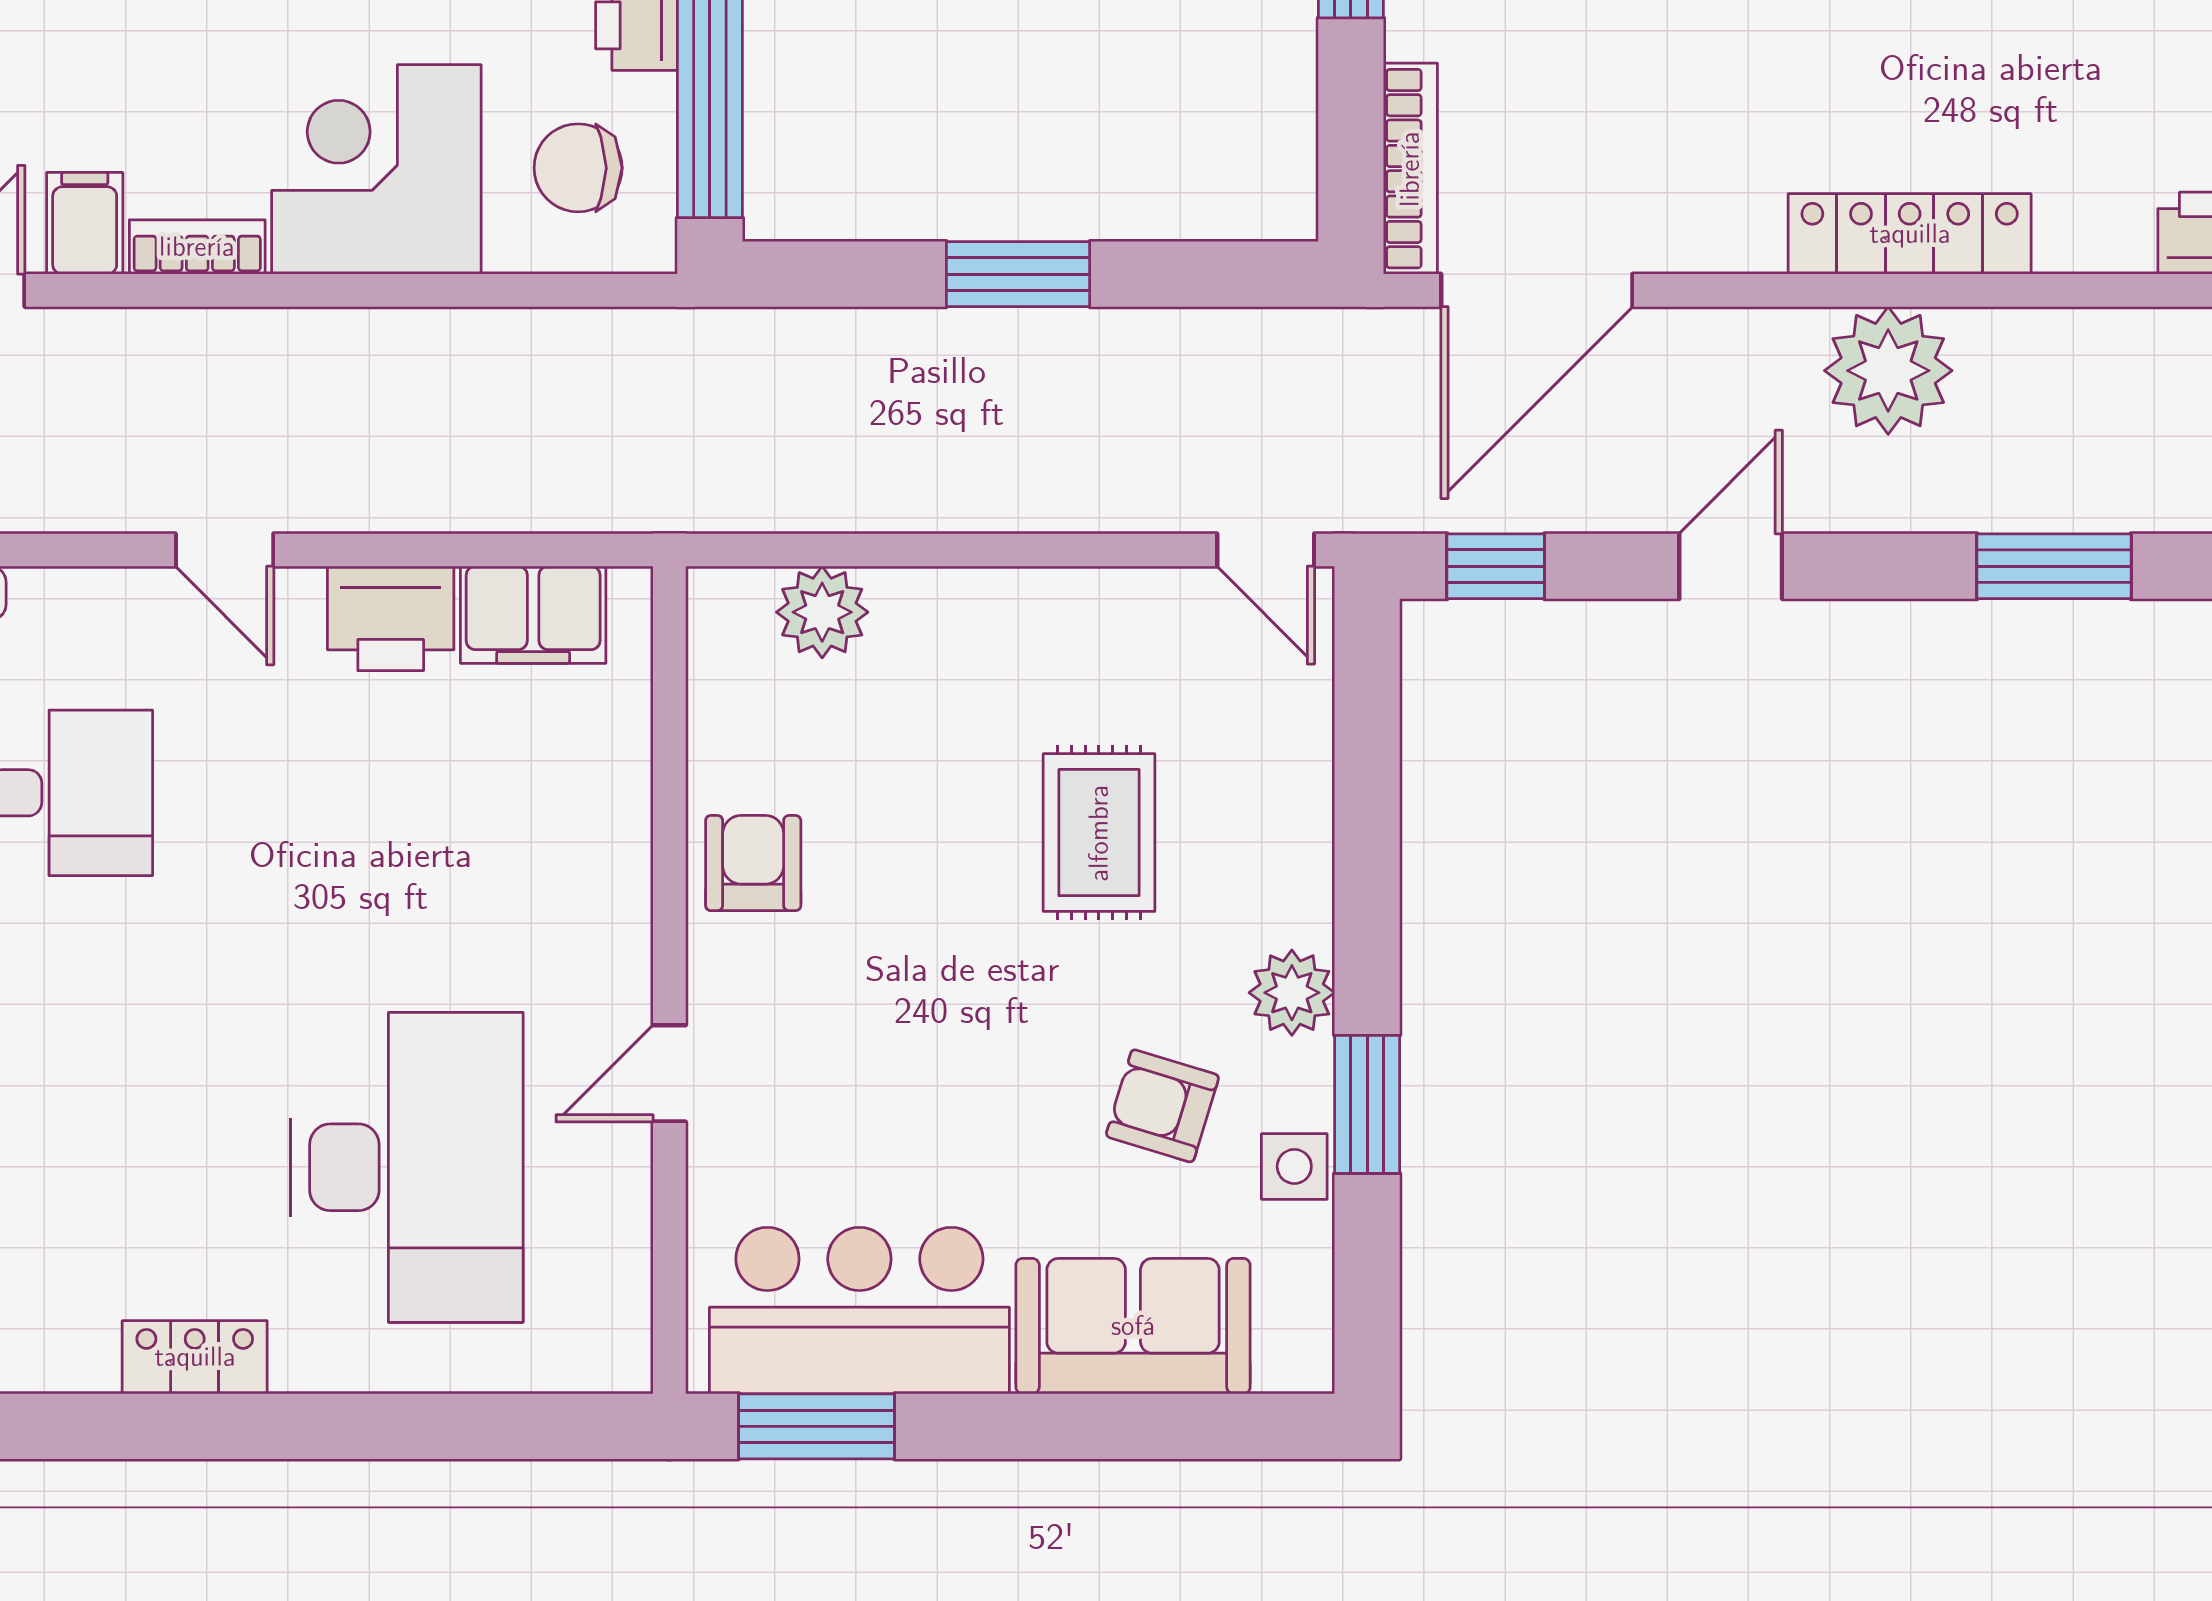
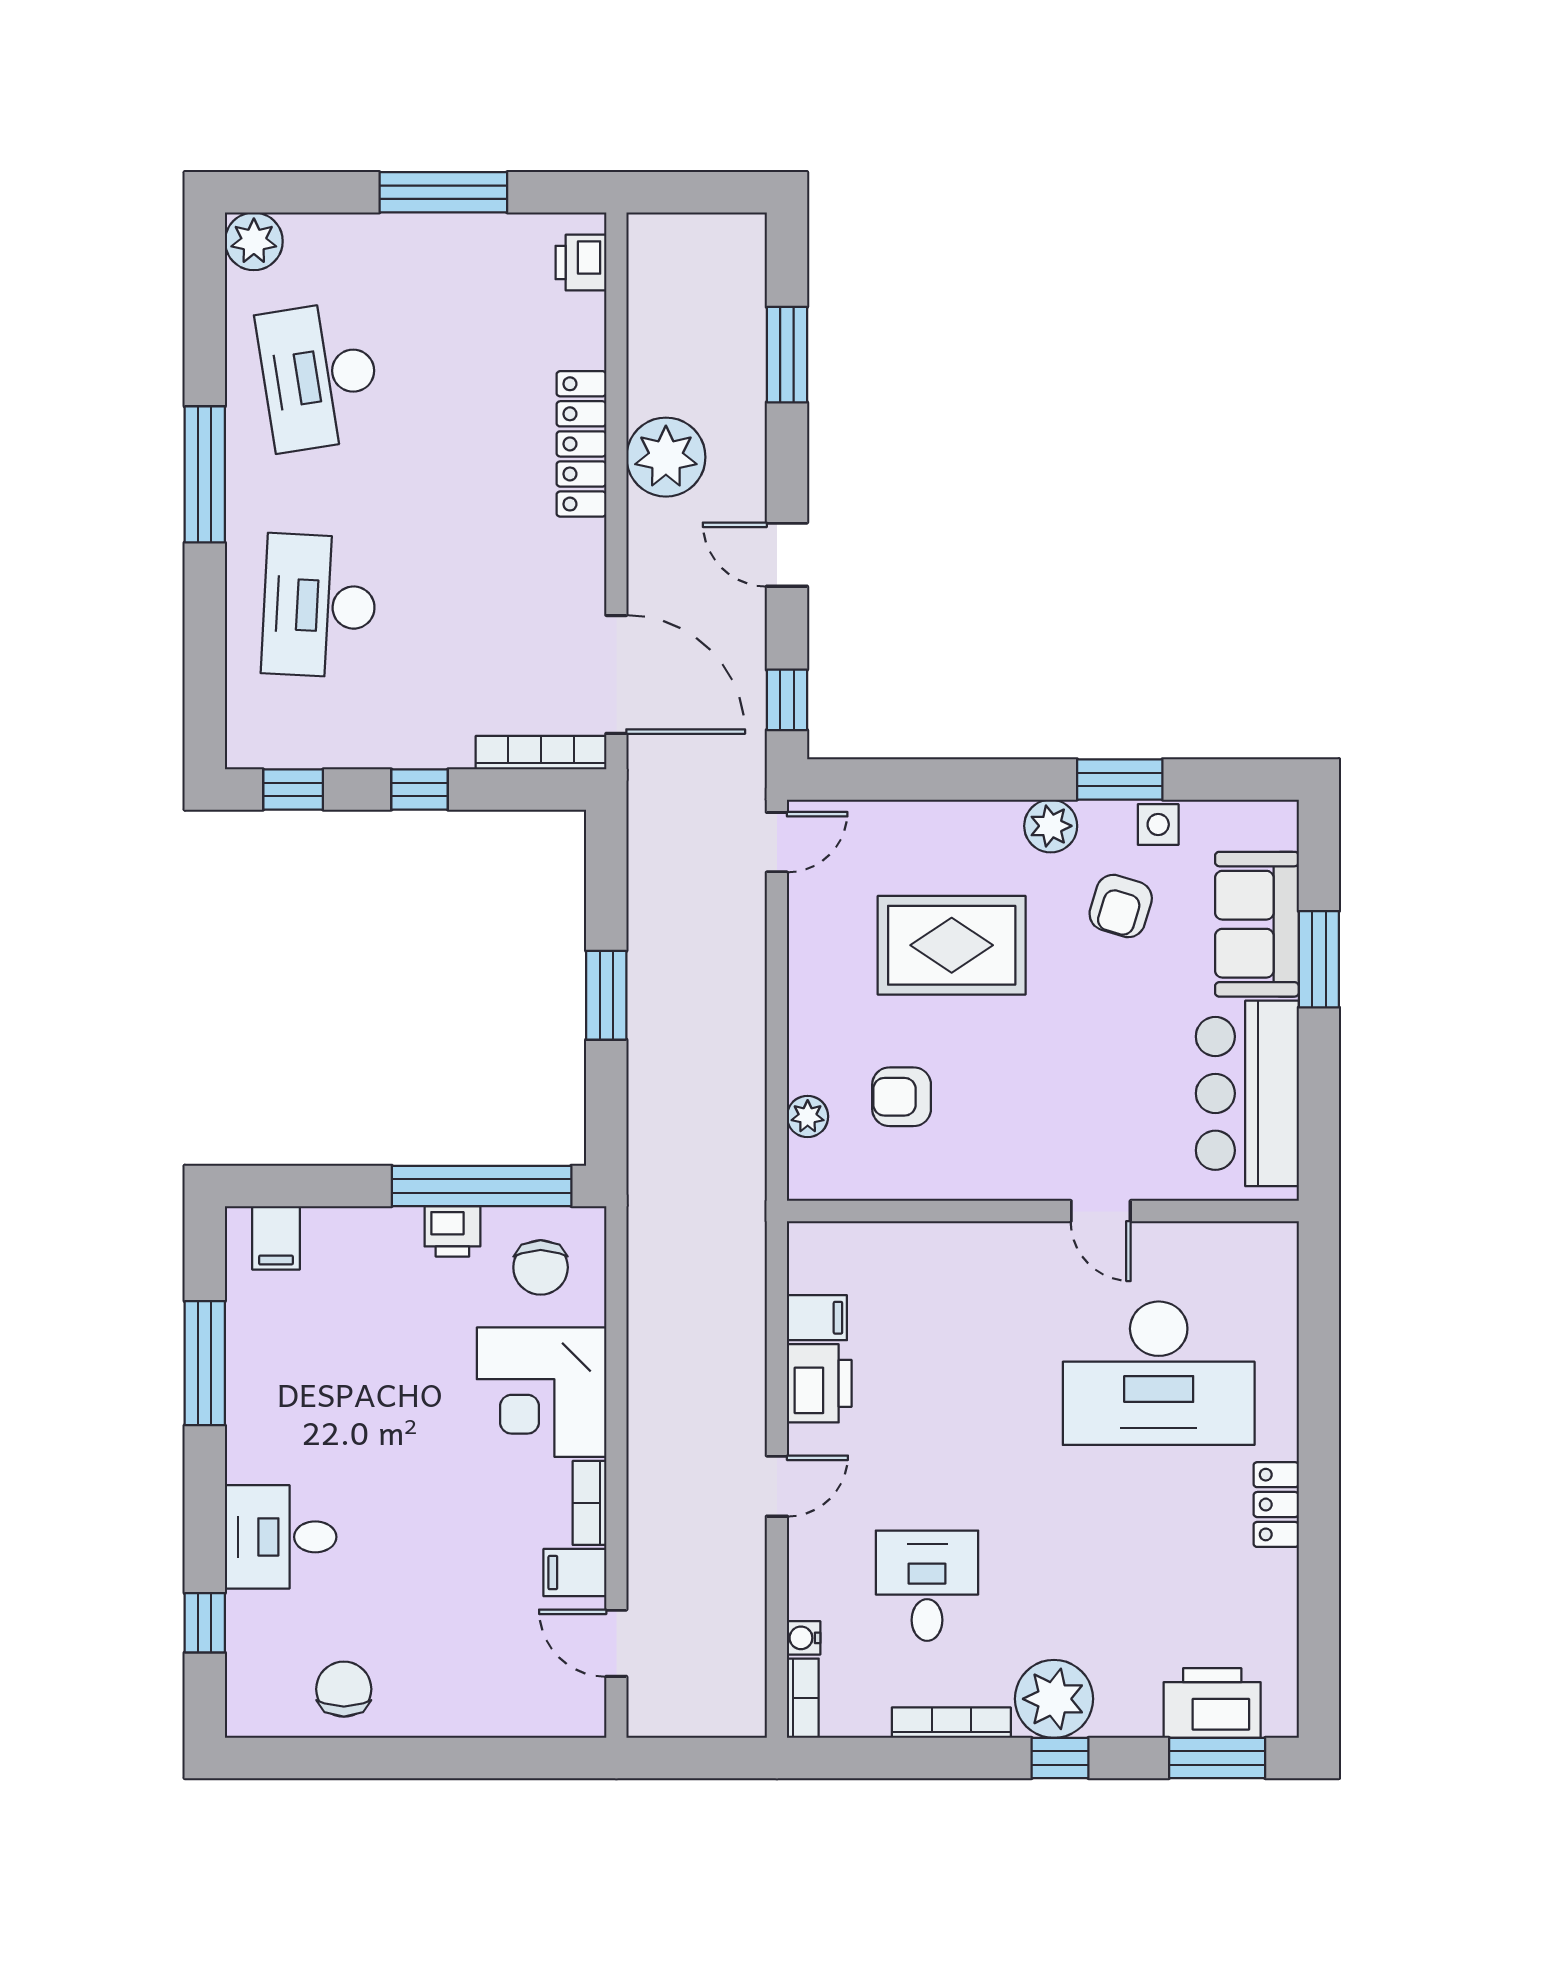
plant: (822, 612) -> (808, 1116), width x0.73, depth x0.73
filing cabinet: (533, 615) -> (817, 1318), width x0.50
rug: (1099, 833) -> (952, 945), width x1.36, depth x1.43
armchair: (753, 863) -> (902, 1097), moved
desk: (407, 1167) -> (1159, 1373), turned 180
window: (817, 1426) -> (1319, 959), moved

